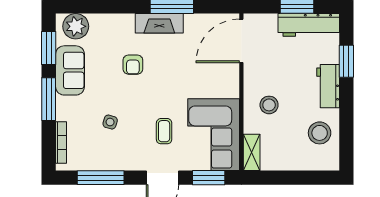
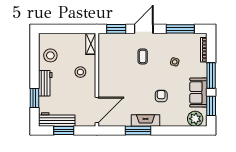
corner sofa: (214, 135) -> (113, 54), removed

